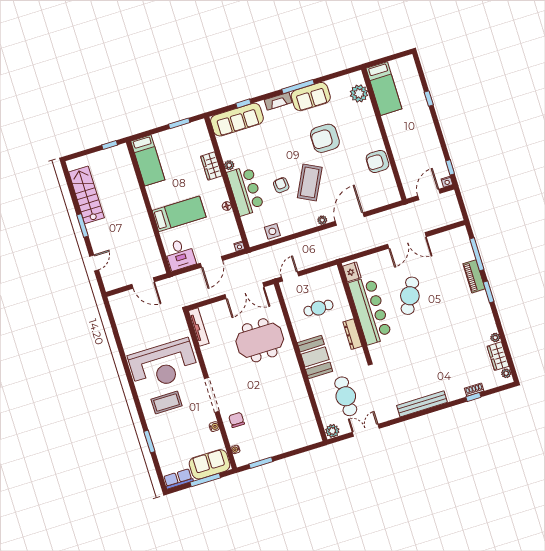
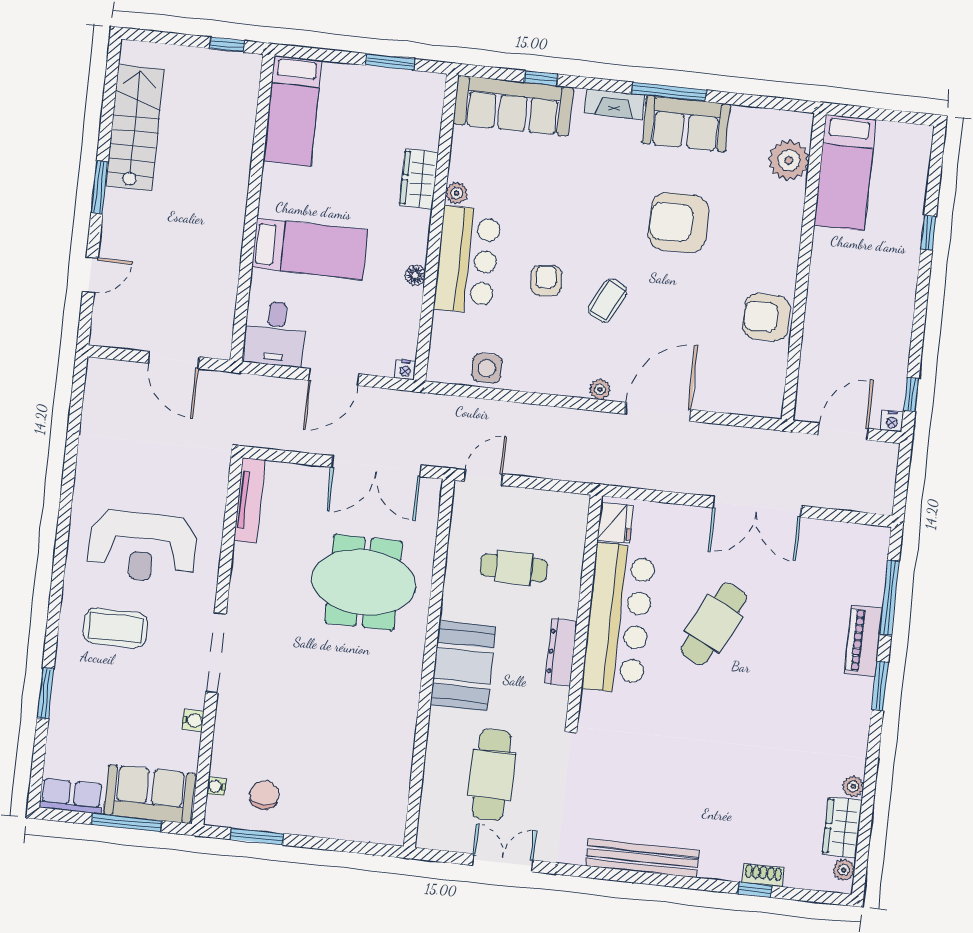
coffee table: (310, 182) -> (608, 300), width x0.54, depth x0.58
reception desk: (163, 365) -> (142, 547), width x0.74, depth x0.77
chair: (237, 420) -> (264, 795), moved
plant: (332, 431) -> (433, 834), removed

